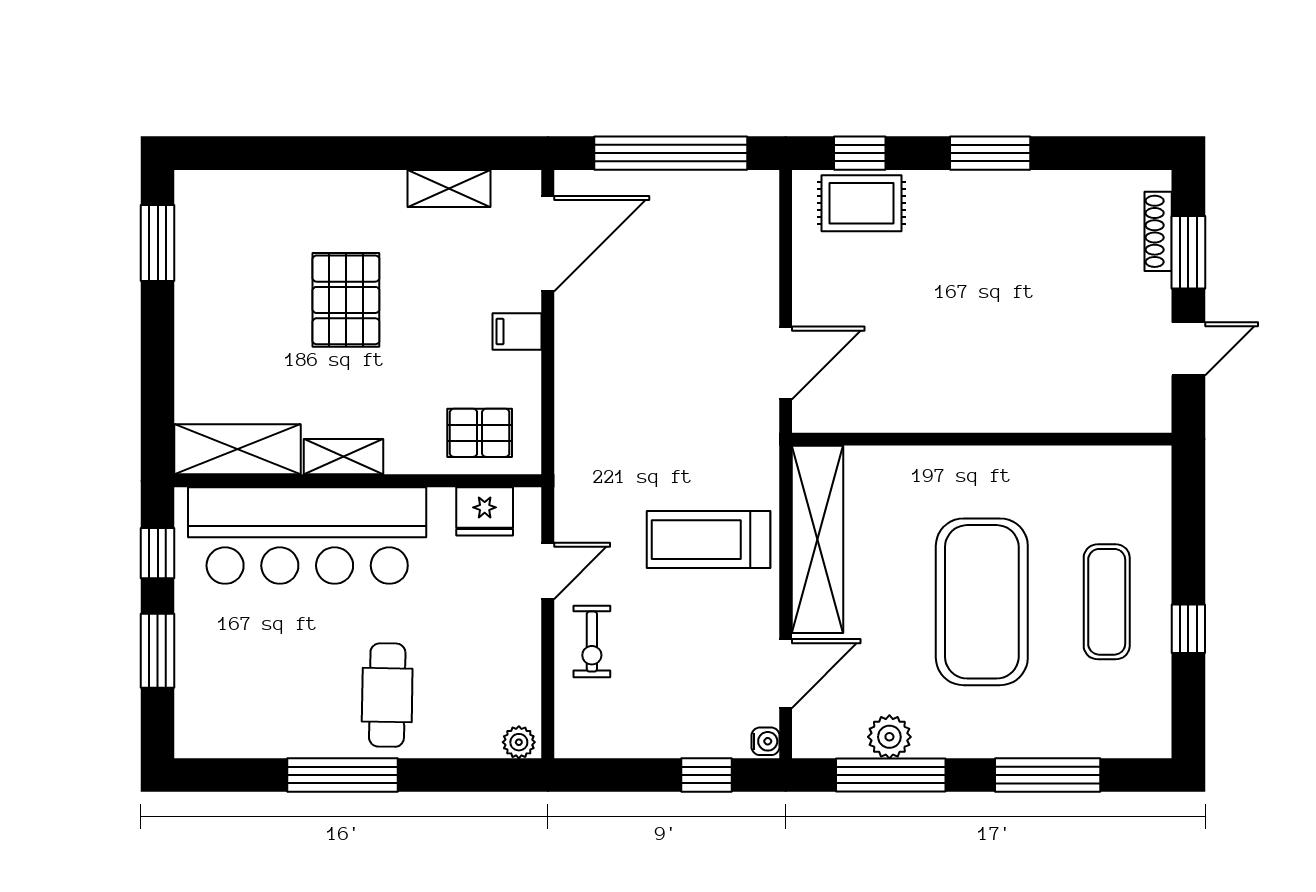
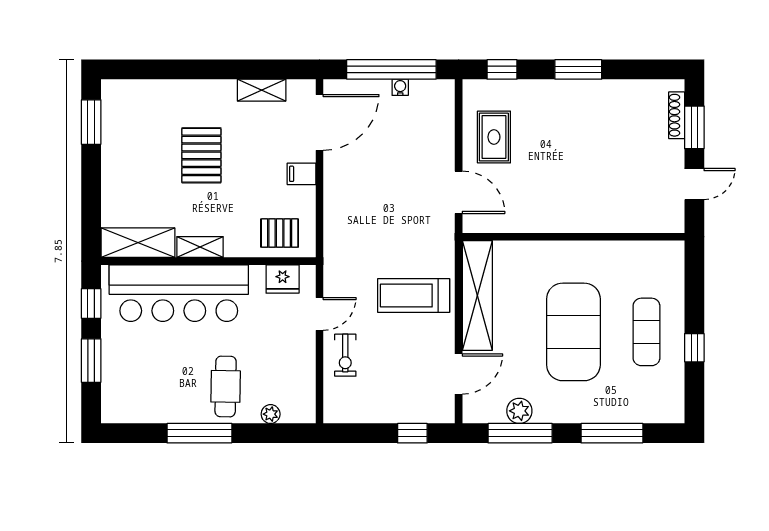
rug: (861, 203) -> (494, 137), moved, turned 90
door: (786, 363) -> (459, 192), hinge flipped
water cooler: (766, 741) -> (400, 87), moved, turned -90
plant: (519, 742) -> (271, 414), moved

